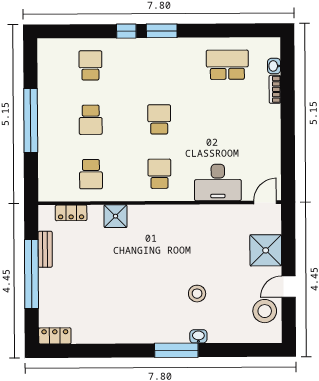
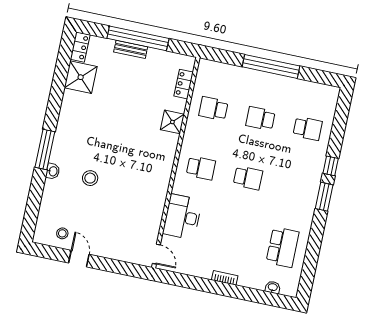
bookcase: (275, 89) -> (225, 278), moved
bench: (45, 249) -> (131, 49), moved
shower: (266, 250) -> (81, 77), moved
stool: (265, 311) -> (62, 233), width x0.53, depth x0.53

